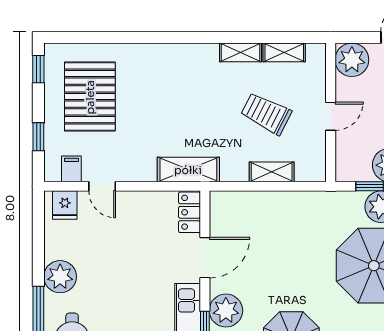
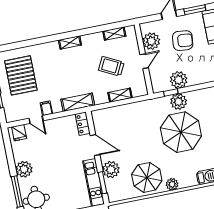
shelving: (241, 52) -> (70, 42), moved
plant: (352, 60) -> (151, 41), moved
filing cabinet: (71, 169) -> (46, 108), moved
door: (205, 258) -> (95, 145), hinge flipped

